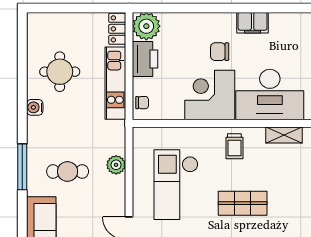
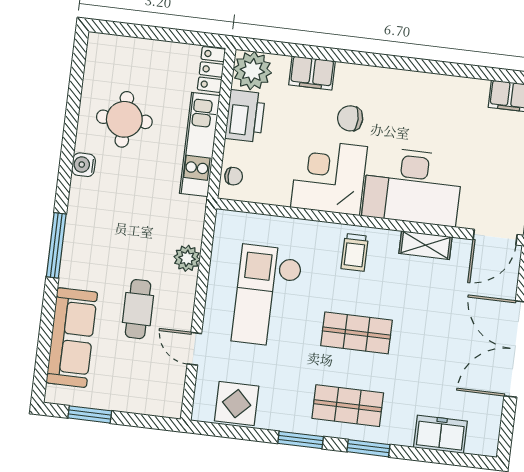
filing cabinet: (253, 23) -> (312, 73), moved
cafe table: (68, 172) -> (138, 309), moved, turned 90

